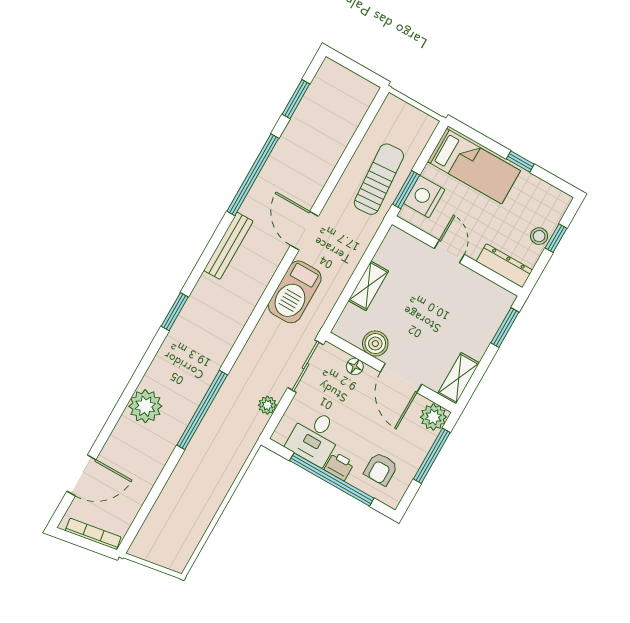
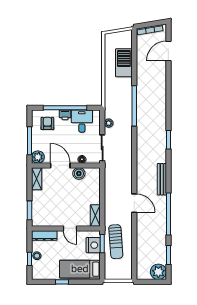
shelving: (368, 286) -> (95, 216), moved
barbecue: (295, 292) -> (124, 63), moved
plant: (145, 406) -> (158, 272), moved

